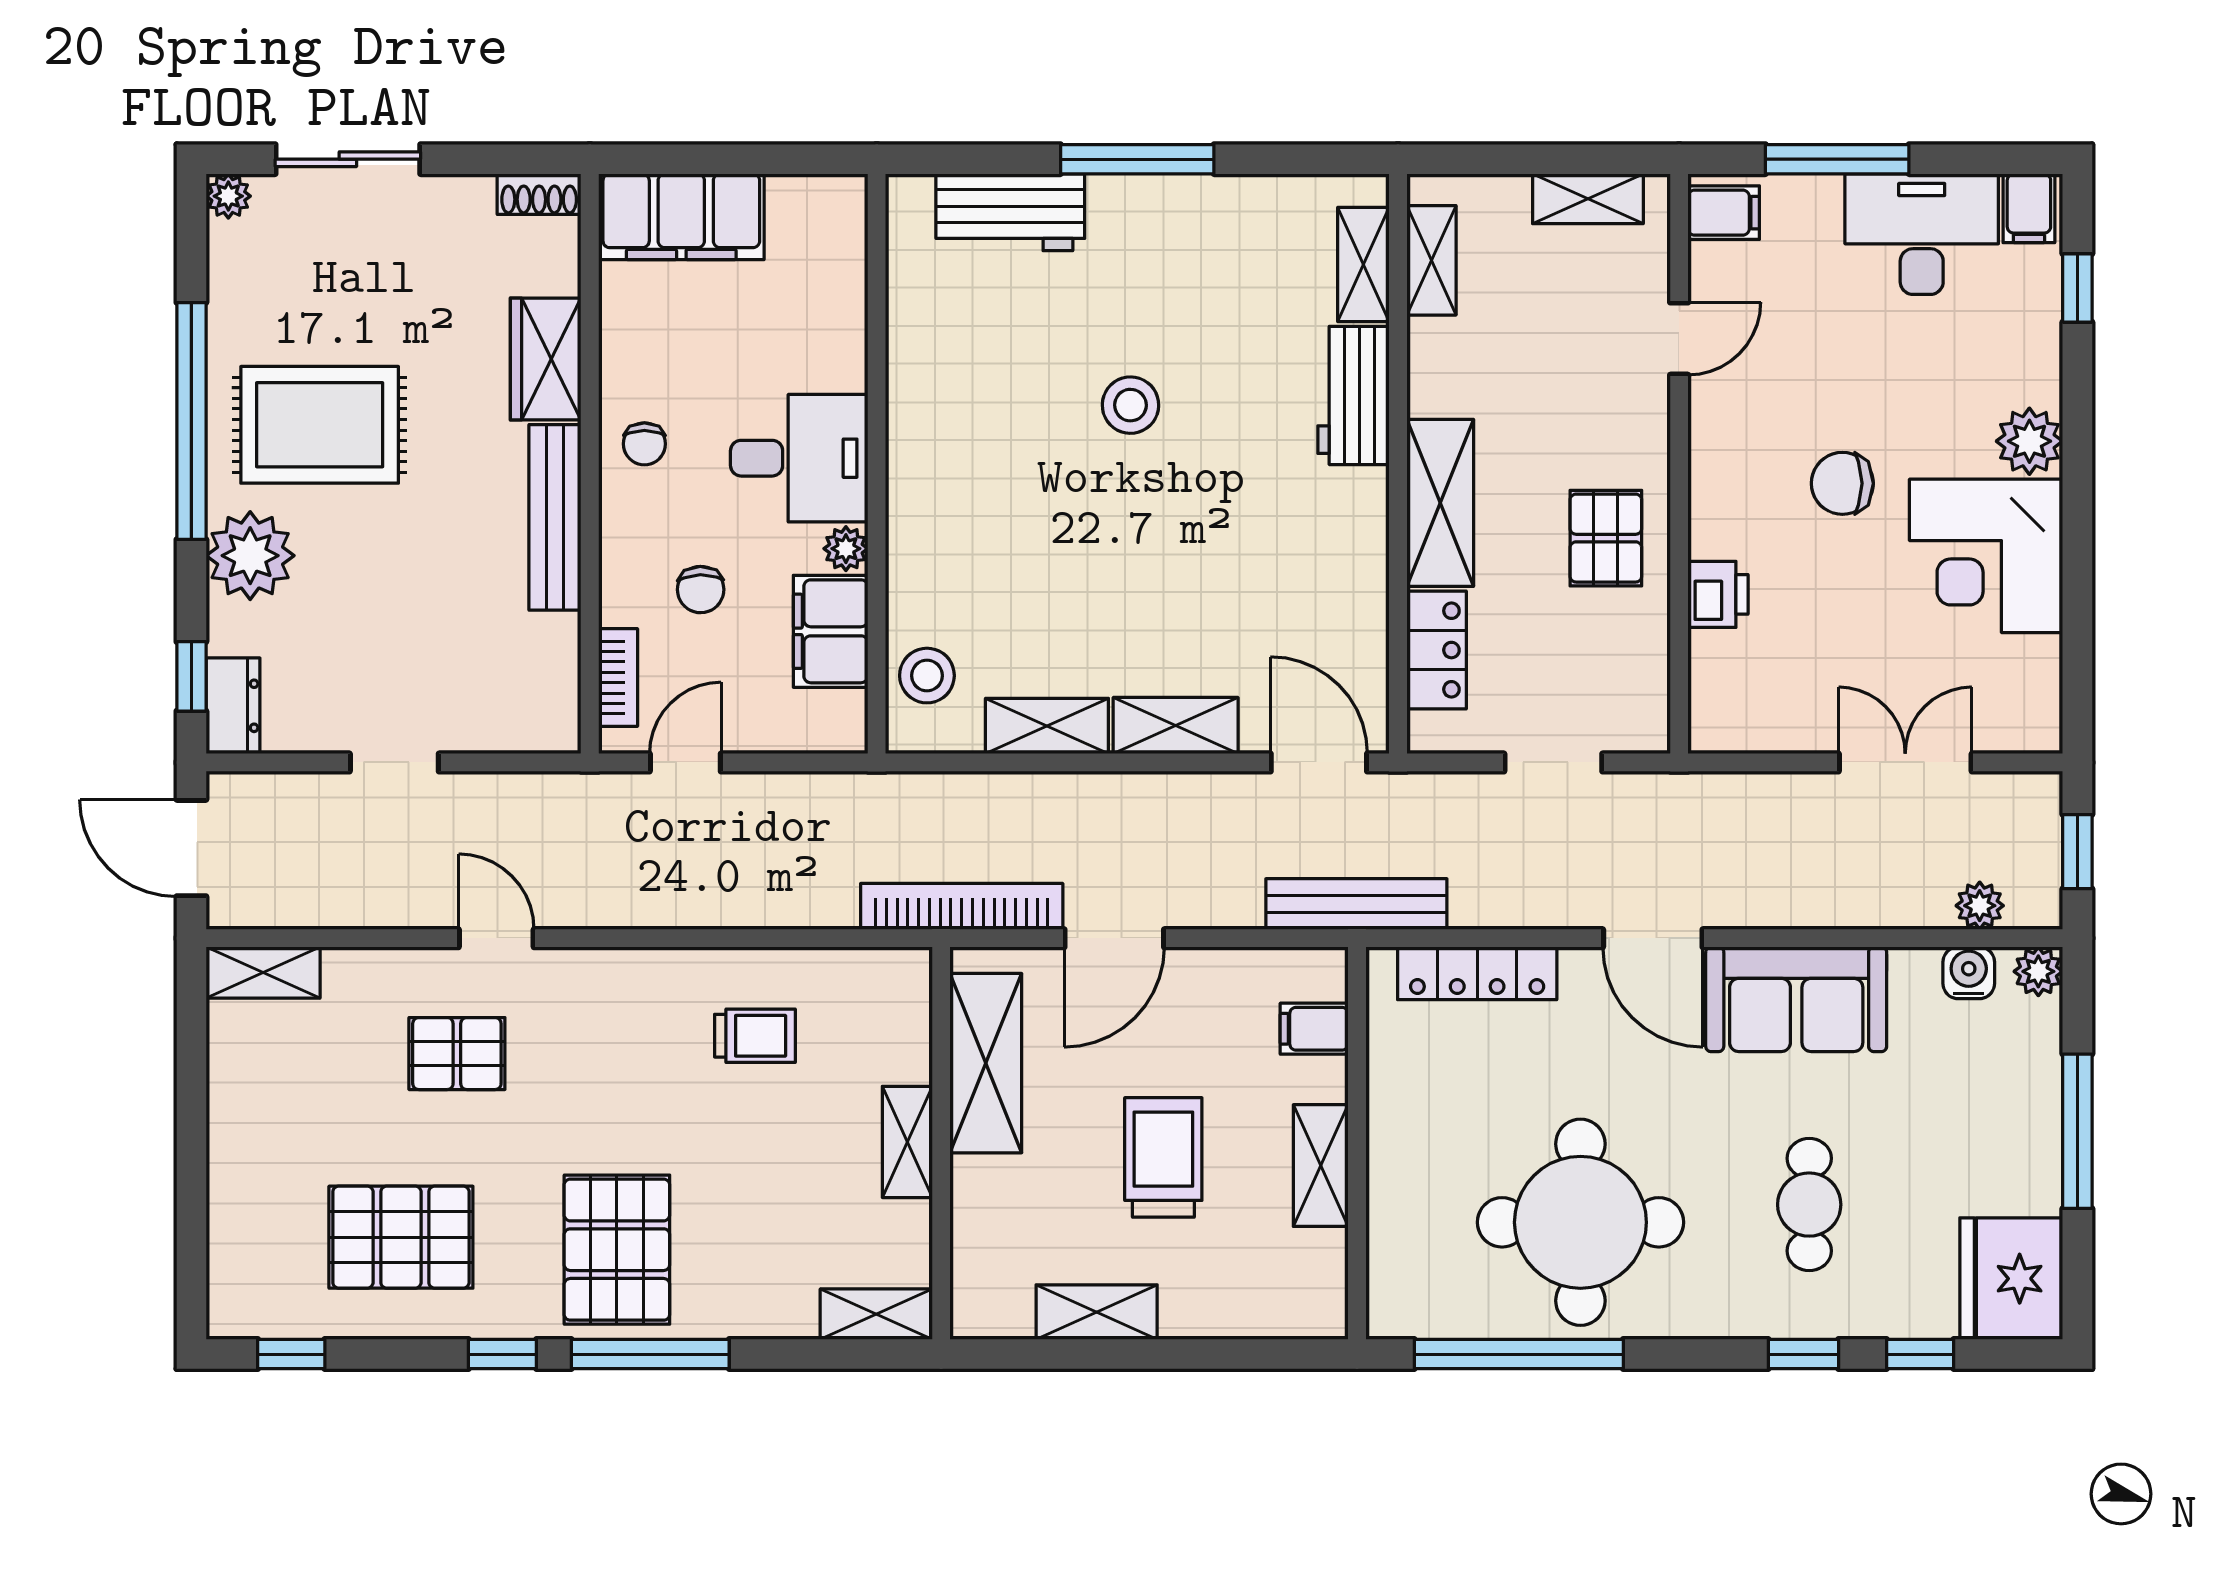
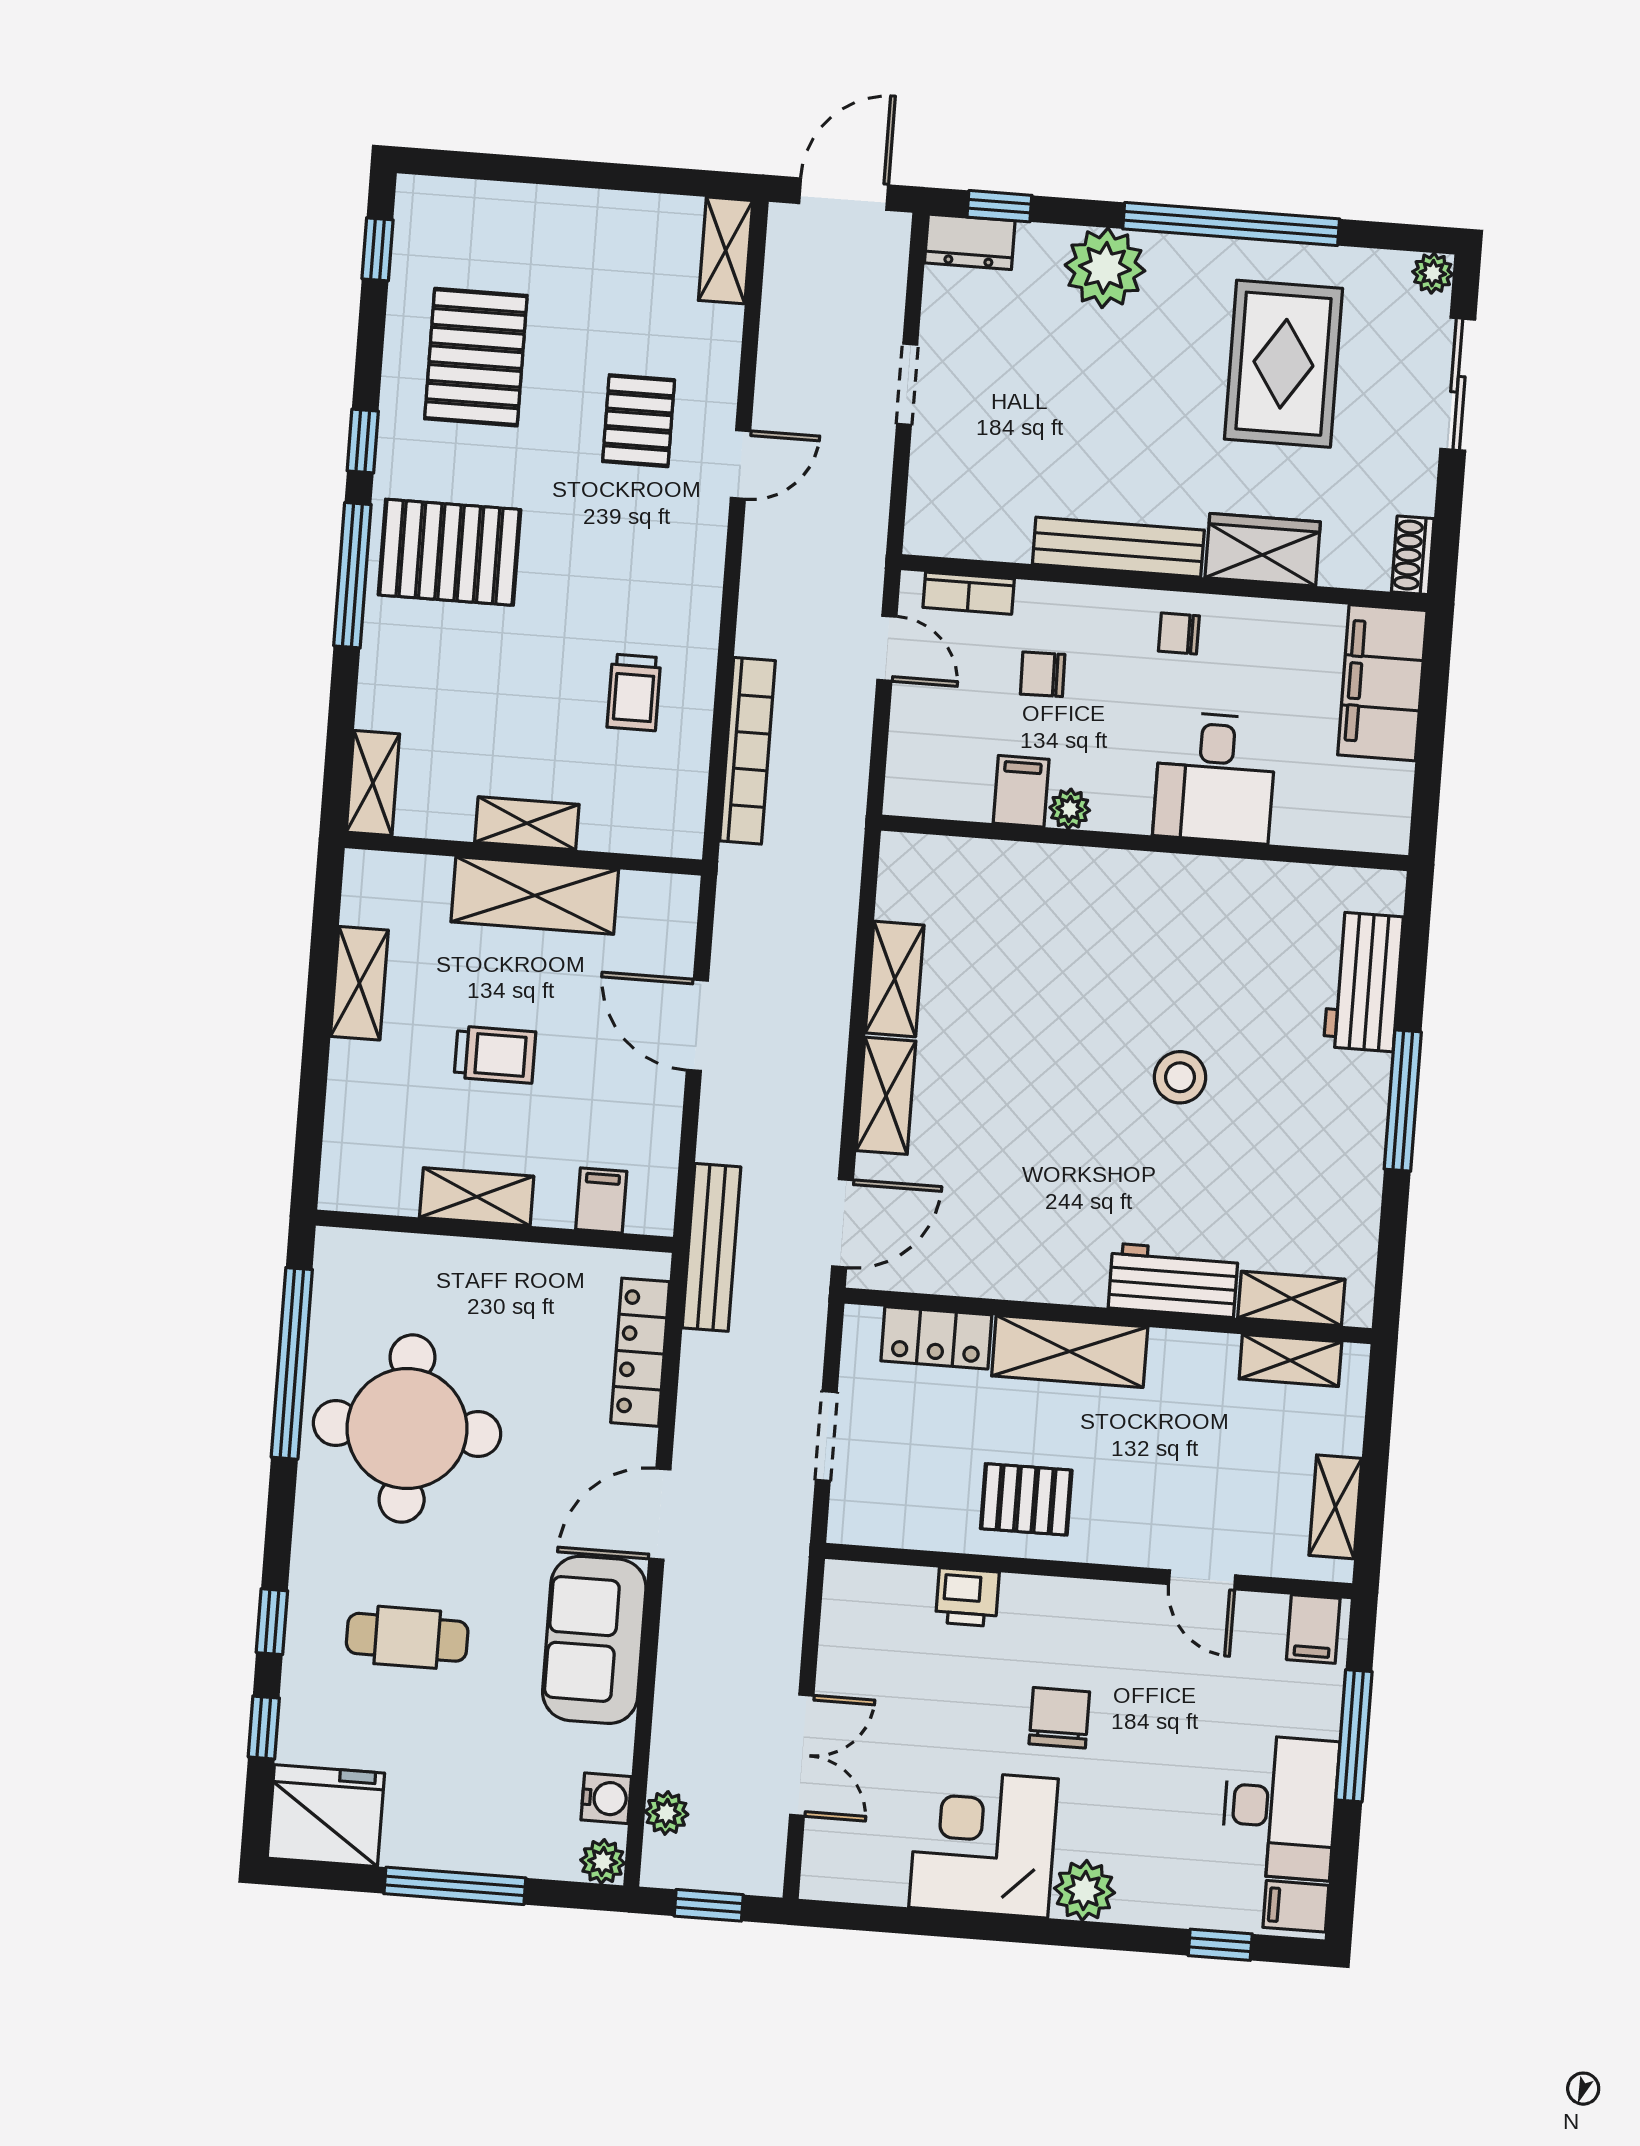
rug: (320, 425) -> (1283, 364), moved
desk: (799, 458) -> (1215, 778), moved
filing cabinet: (831, 631) -> (1021, 791), width x0.50
stool: (927, 676) -> (949, 874), removed
bookcase: (962, 906) -> (748, 751), moved
shelving: (986, 1063) -> (535, 896), moved
trolley: (1163, 1157) -> (495, 1055), width x0.73, depth x0.72

